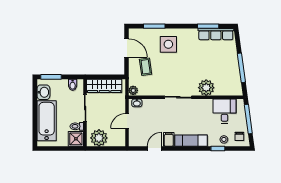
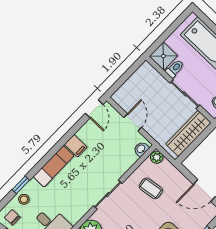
coffee table: (146, 67) -> (151, 188), moved
plant: (99, 138) -> (143, 79), removed
door: (154, 149) -> (94, 109), moved

